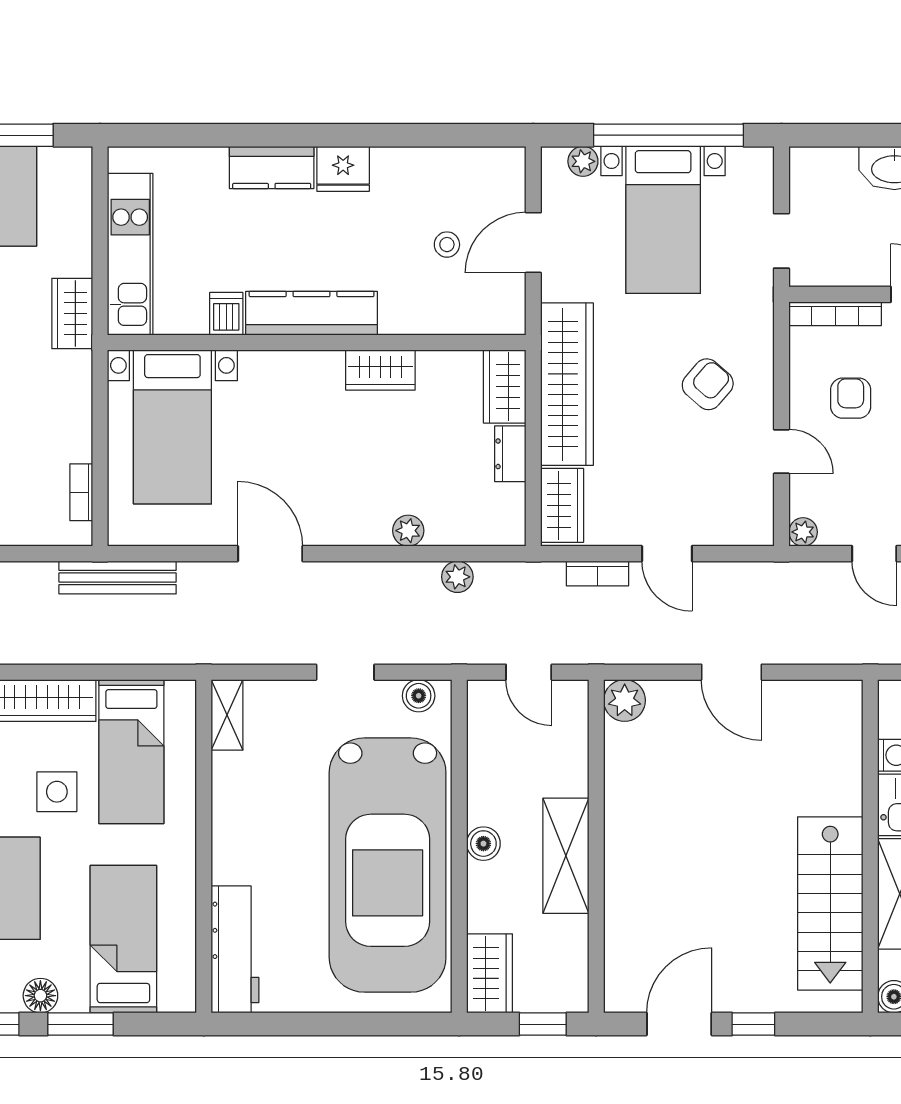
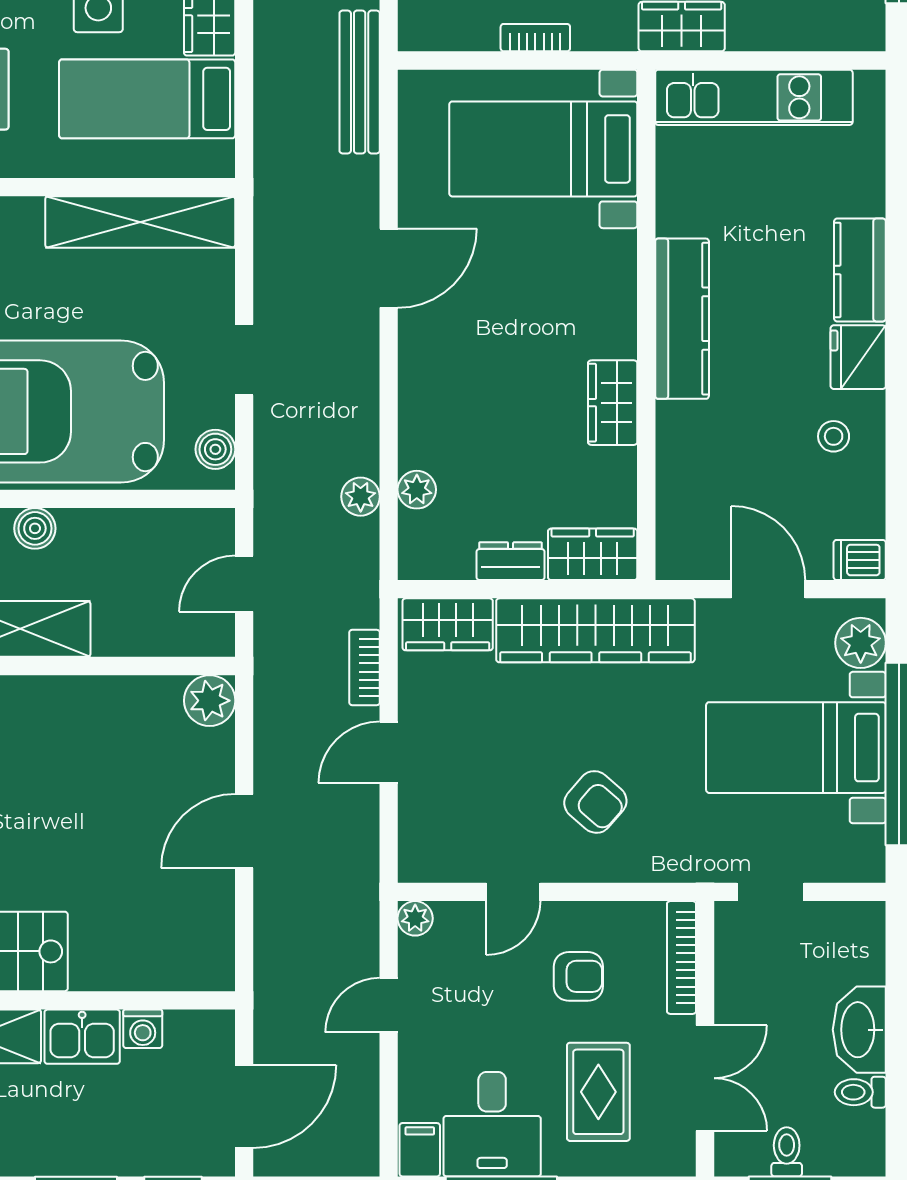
plant: (583, 161) -> (861, 643), width x1.38, depth x1.38
stool: (447, 245) -> (834, 436), moved
dishwasher: (226, 314) -> (860, 560), moved, turned 180
bookcase: (81, 492) -> (535, 38), moved
plant: (408, 531) -> (417, 490), moved
shelving: (227, 715) -> (140, 222), width x2.20, depth x1.33

